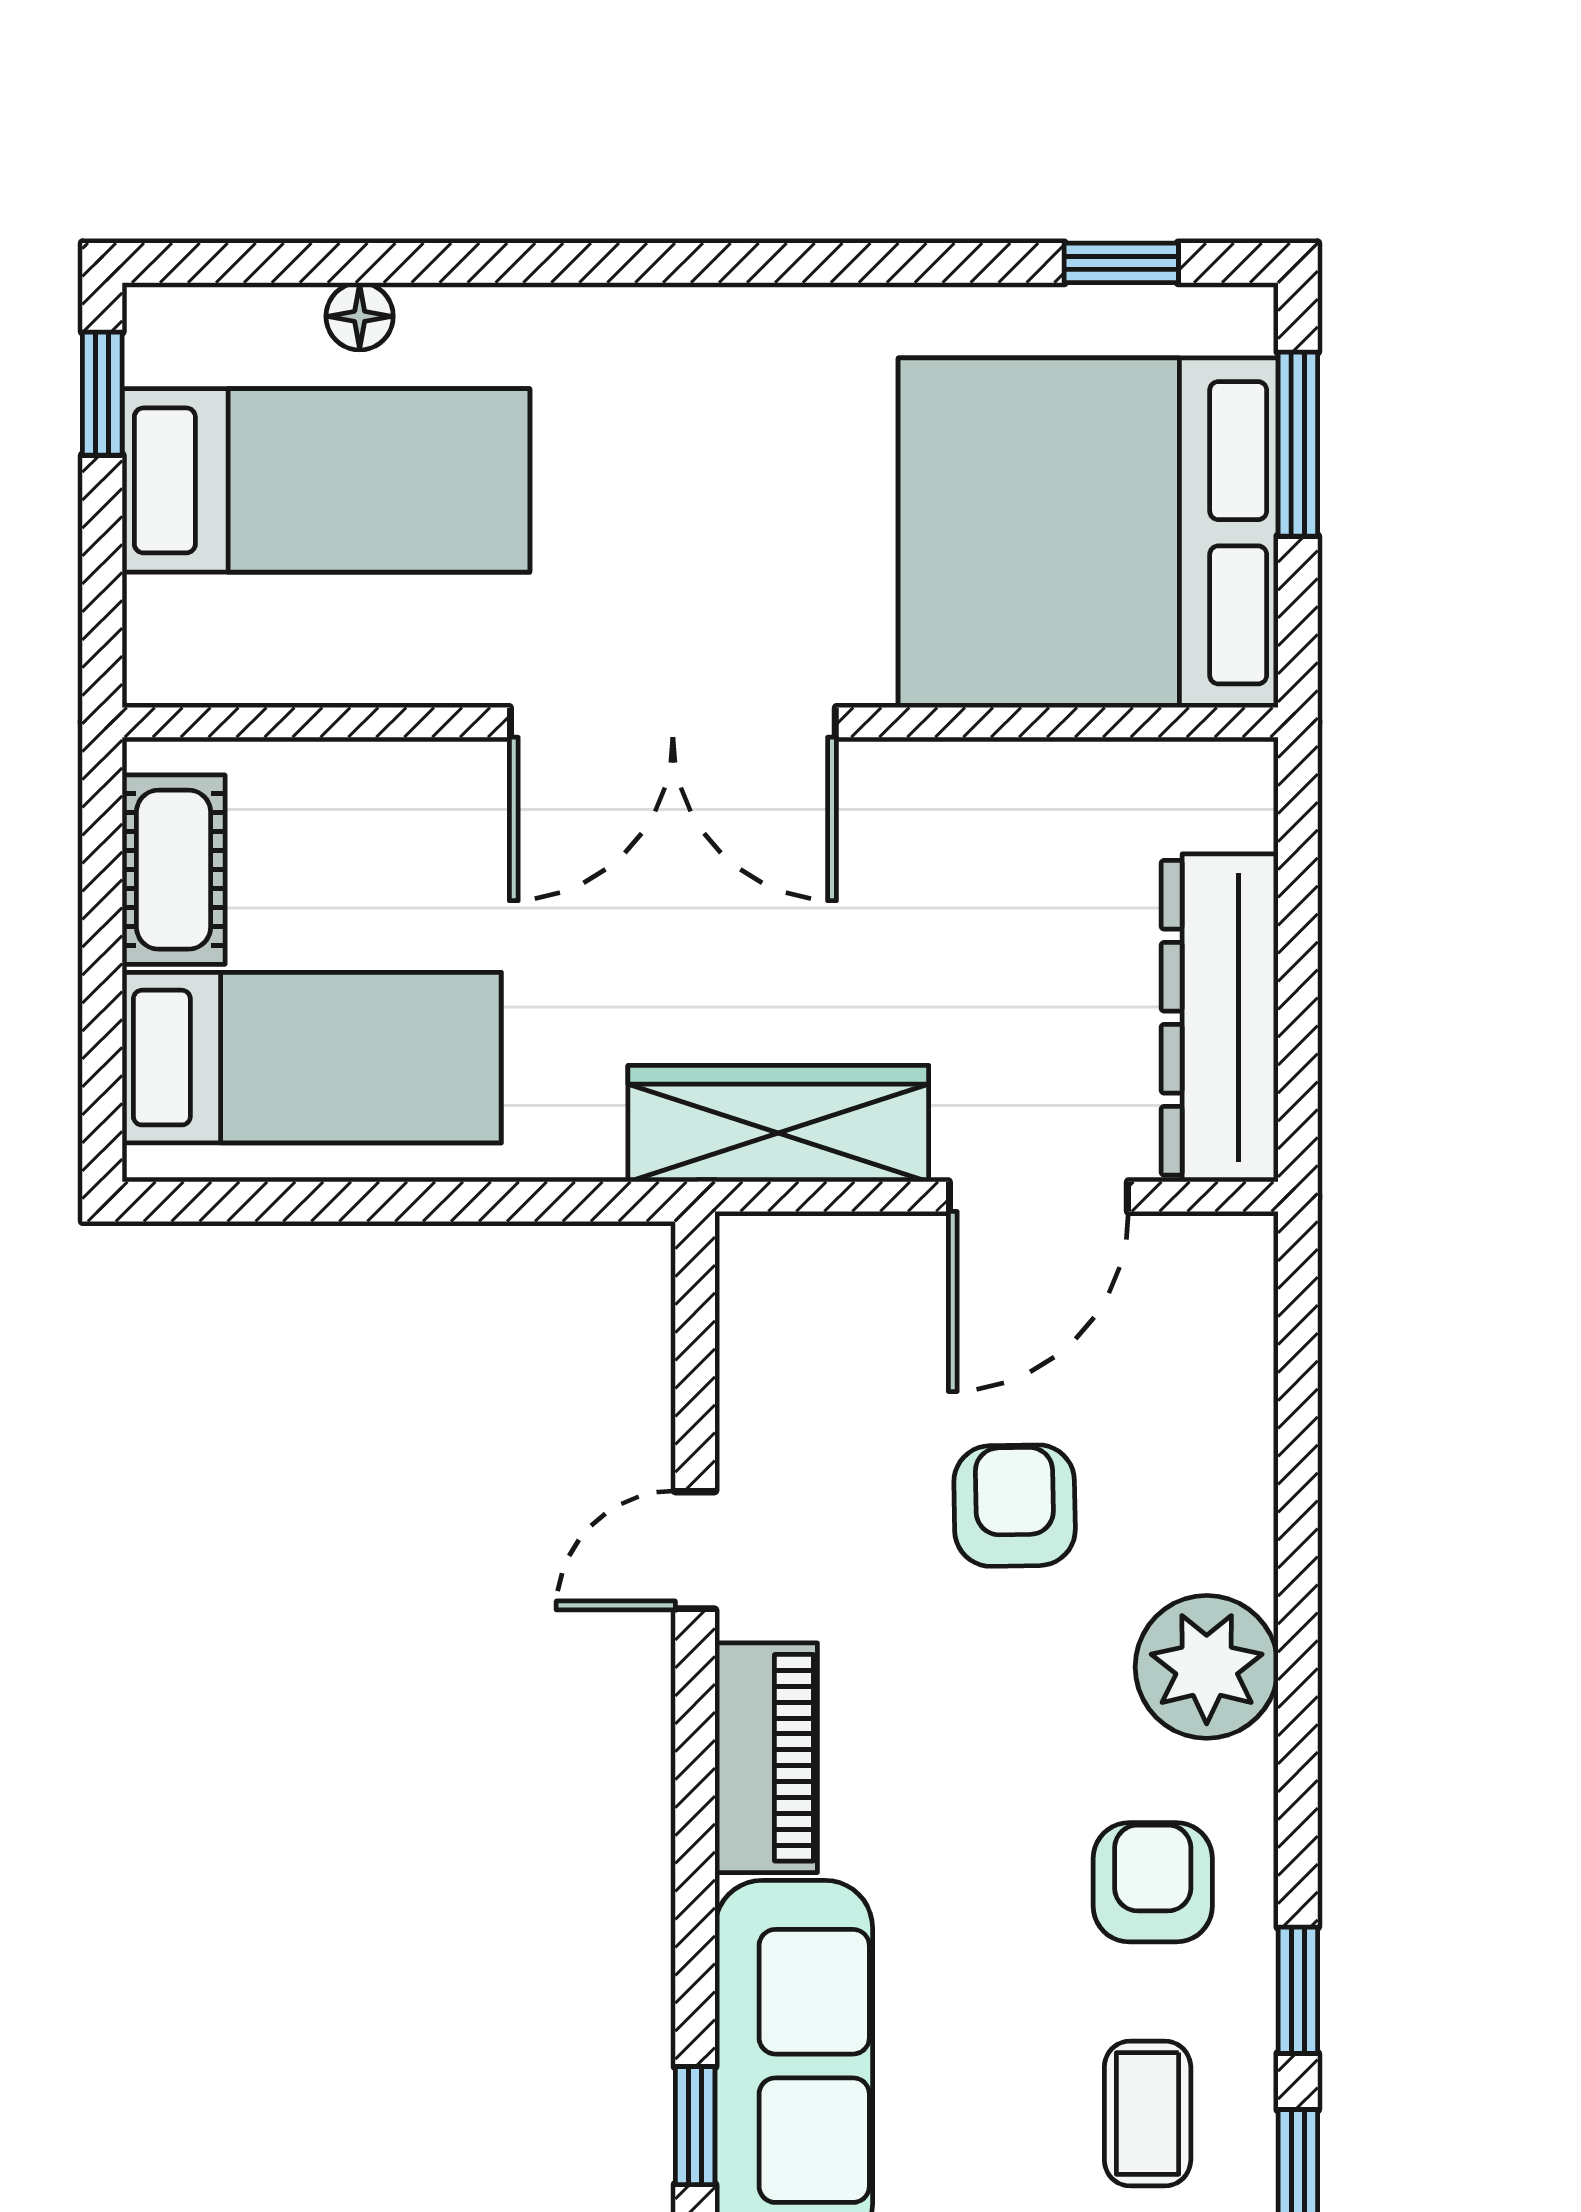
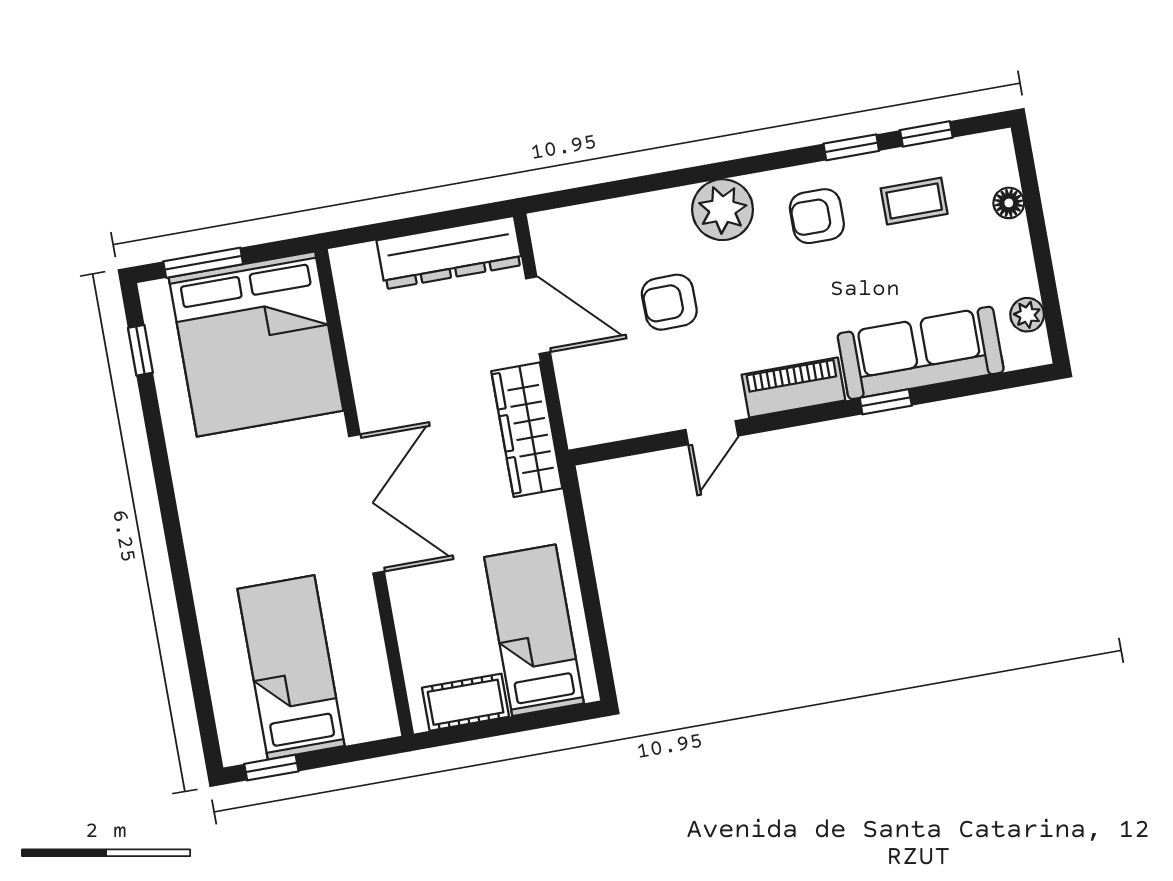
floor lamp: (360, 316) -> (220, 666), removed
door: (695, 1550) -> (712, 433), hinge flipped
window: (695, 2126) -> (886, 402), moved

